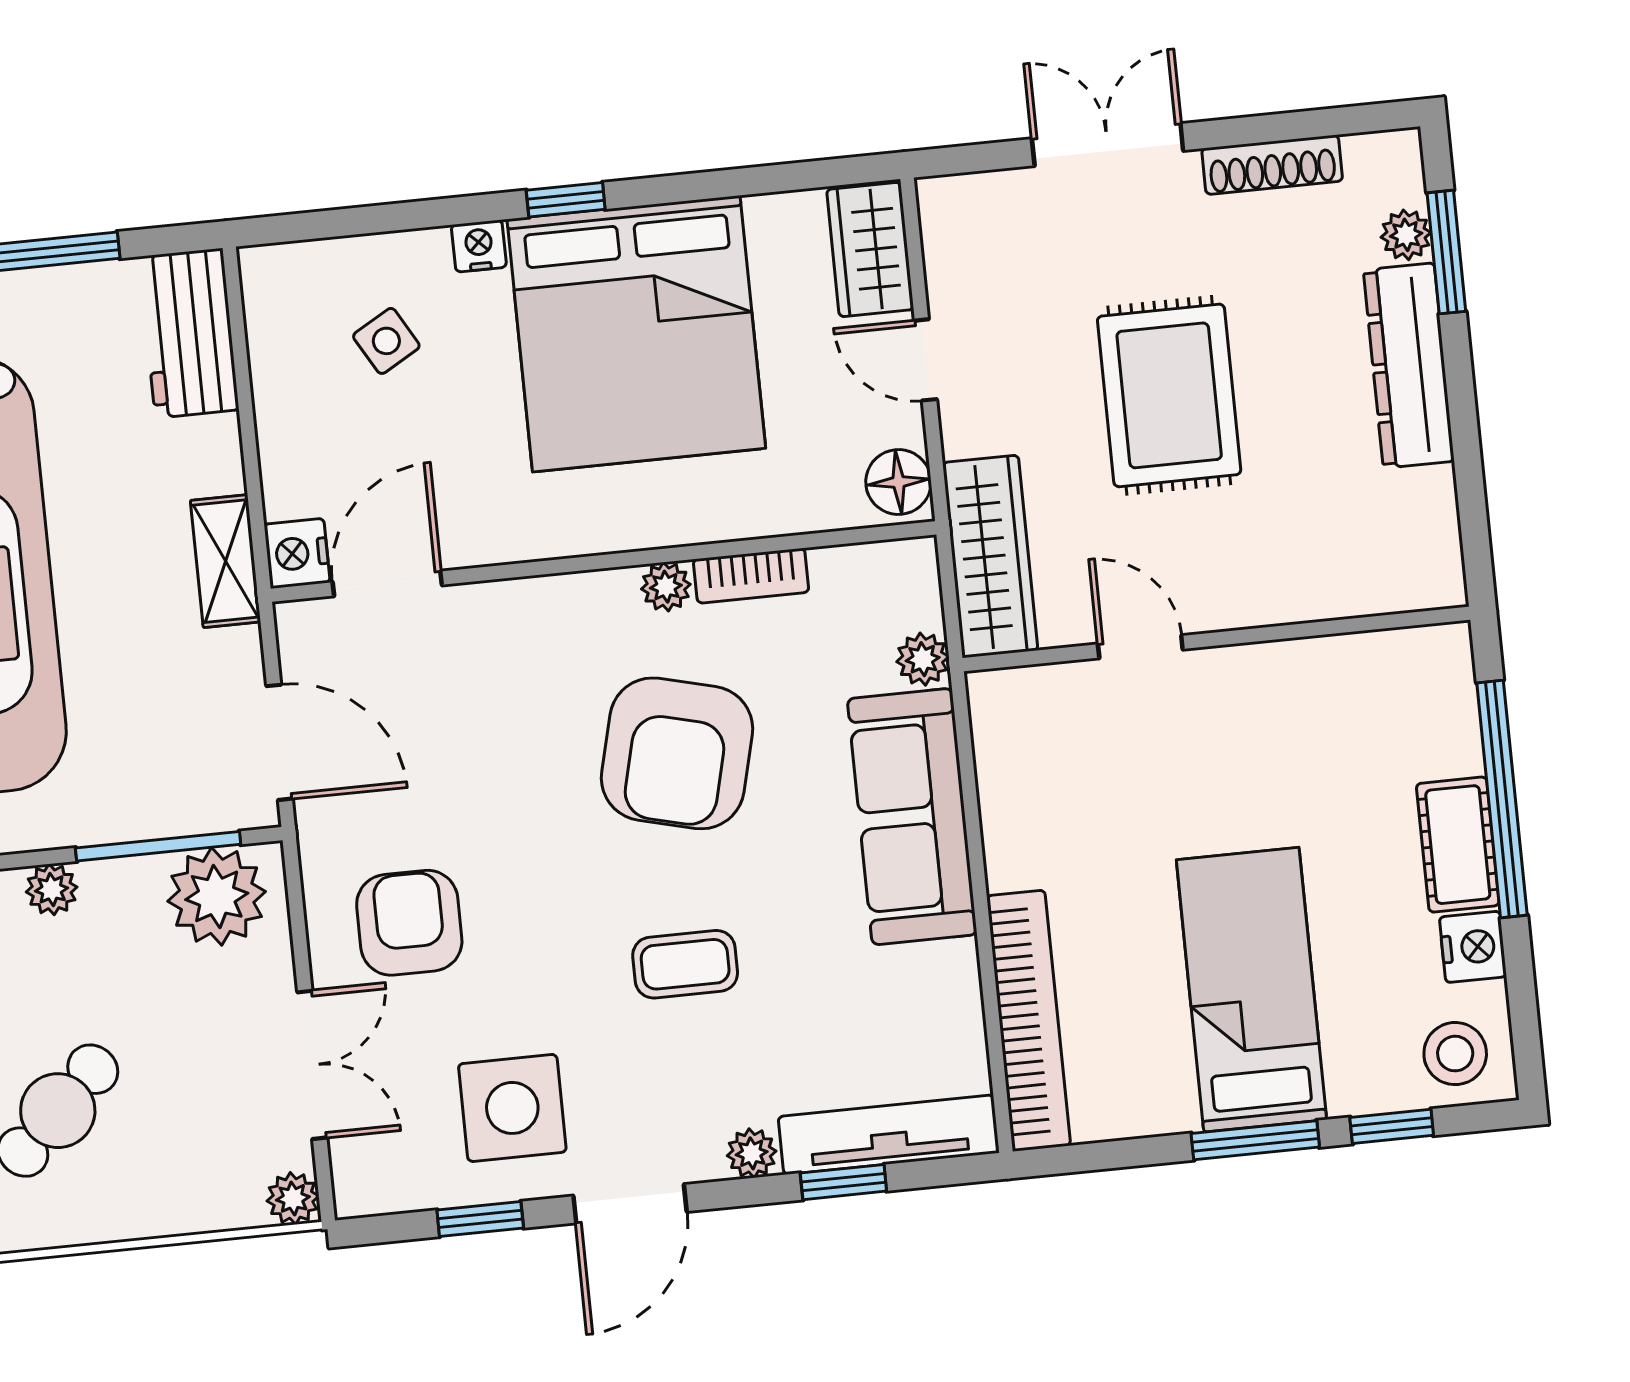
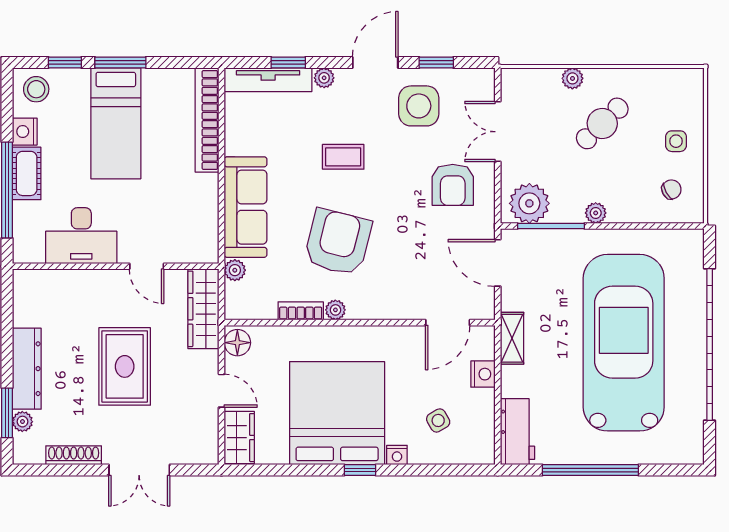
nightstand: (297, 553) -> (483, 374), moved
desk: (1308, 706) -> (81, 236), added
plant: (293, 1198) -> (572, 78), moved

